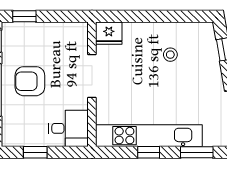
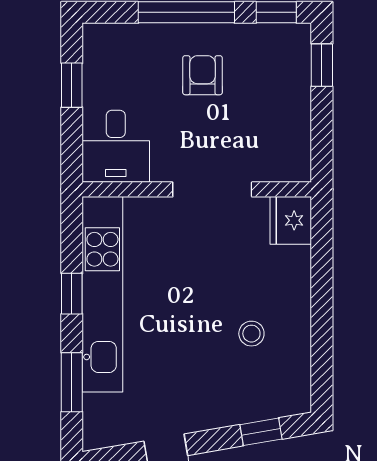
armchair: (30, 81) -> (202, 75), width x0.72, depth x0.72

